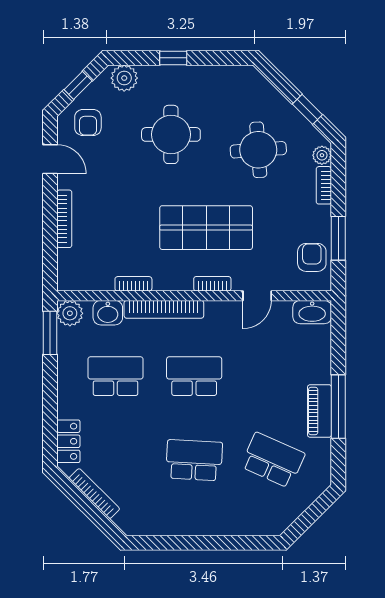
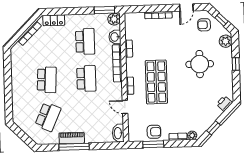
printer: (256, 85) -> (224, 103), added
round table: (258, 150) -> (194, 105), removed
armchair: (312, 257) -> (154, 132), moved

